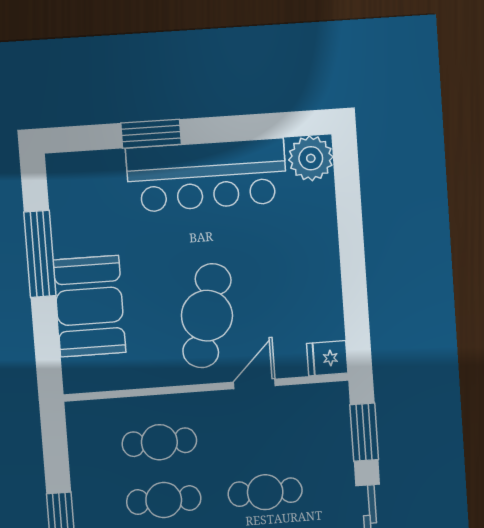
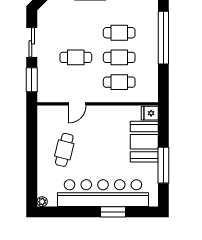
plant: (311, 158) -> (42, 202), width x0.53, depth x0.53
bar counter: (207, 175) -> (103, 193), width x1.36
cafe table: (207, 316) -> (64, 150), moved, width x0.73, depth x0.74
fridge: (327, 358) -> (150, 113), moved, turned 180

